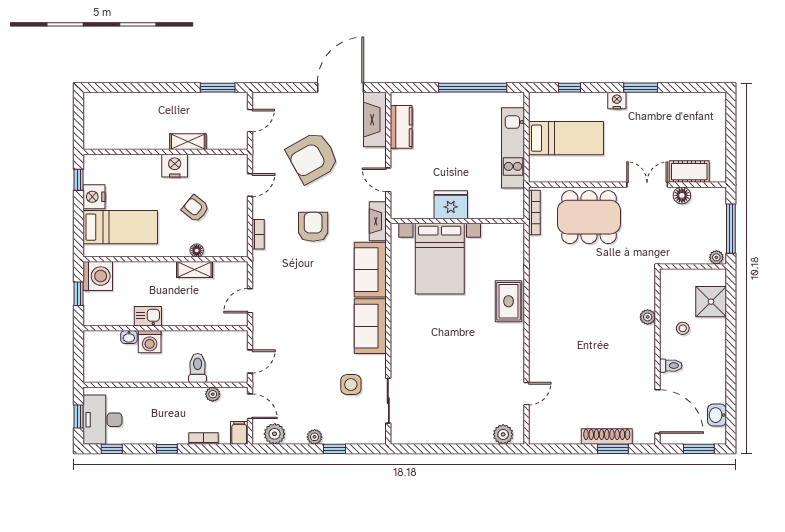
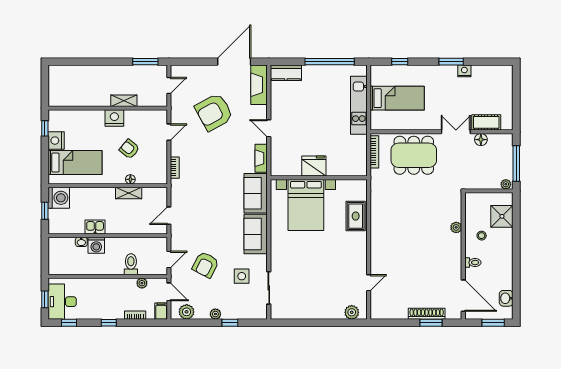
nightstand: (617, 100) -> (464, 71), moved
kitchen counter: (401, 127) -> (286, 73), moved, turned 90
fridge: (451, 205) -> (314, 166), moved
wall: (457, 221) -> (319, 178), moved
armchair: (313, 227) -> (205, 265), moved, turned -153
bed with nightstands: (440, 259) -> (306, 205), moved

